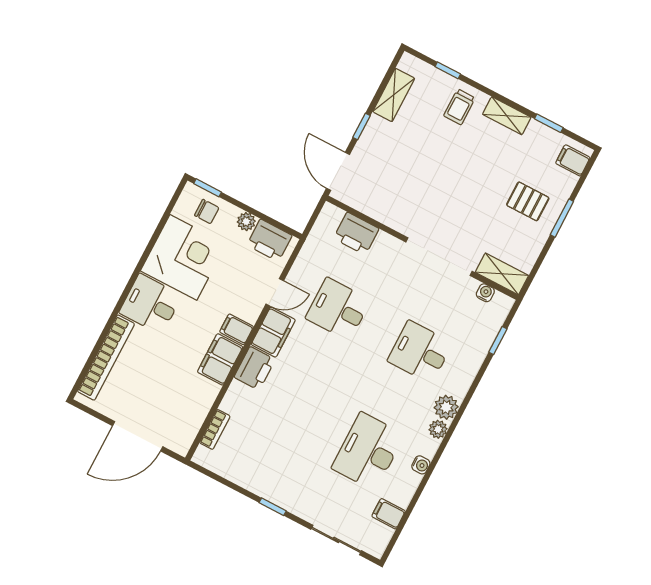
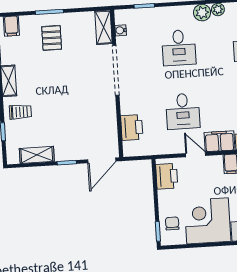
plant: (246, 222) -> (164, 197), removed

